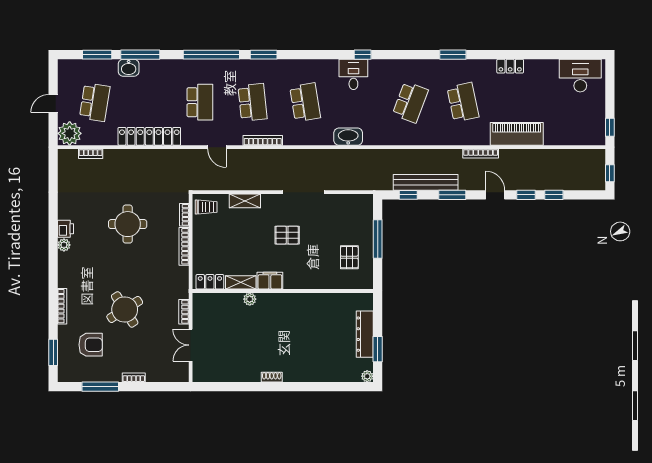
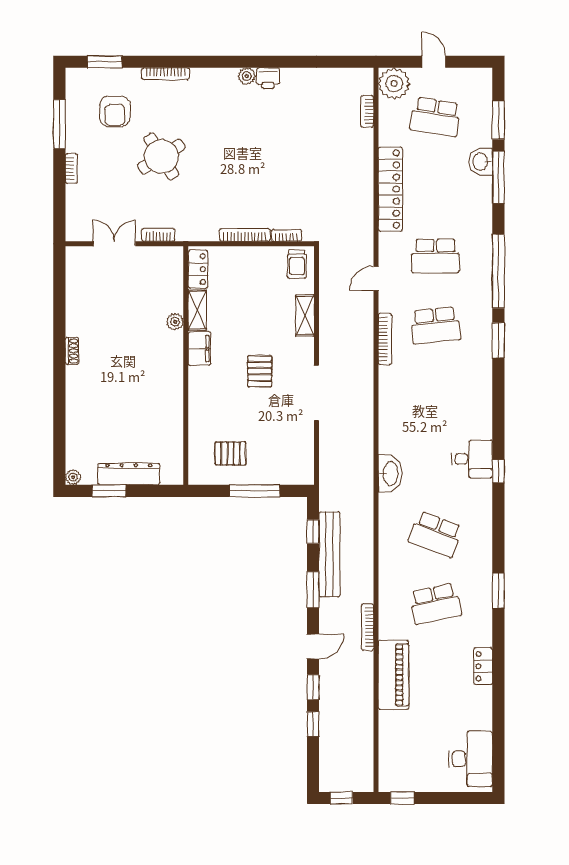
school desk: (305, 102) -> (435, 395), removed
washbasin: (348, 137) -> (390, 473), moved
round table: (128, 224) -> (274, 160), removed

